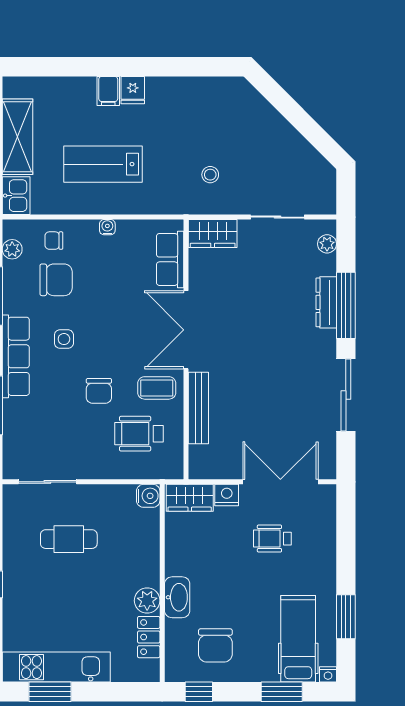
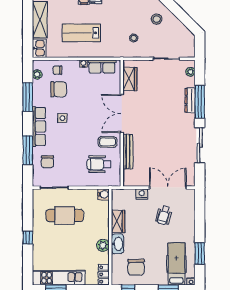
stool: (258, 136) -> (157, 19), added
wardrobe: (213, 233) -> (130, 79), moved, turned -90
row of seats: (170, 259) -> (102, 66), moved, turned -90
chair: (99, 391) -> (47, 162), moved
wardrobe: (190, 498) -> (118, 221), moved, turned -90
cafe table: (69, 539) -> (65, 215), width x1.37, depth x1.35
wheelchair: (272, 539) -> (164, 215), turned -74
locker: (149, 637) -> (104, 274), moved

